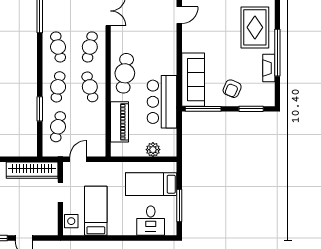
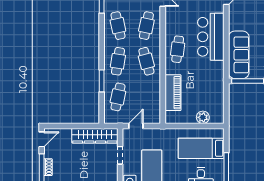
cafe table: (125, 73) -> (178, 49), width x0.73, depth x0.74
bar counter: (162, 102) -> (211, 37), moved

